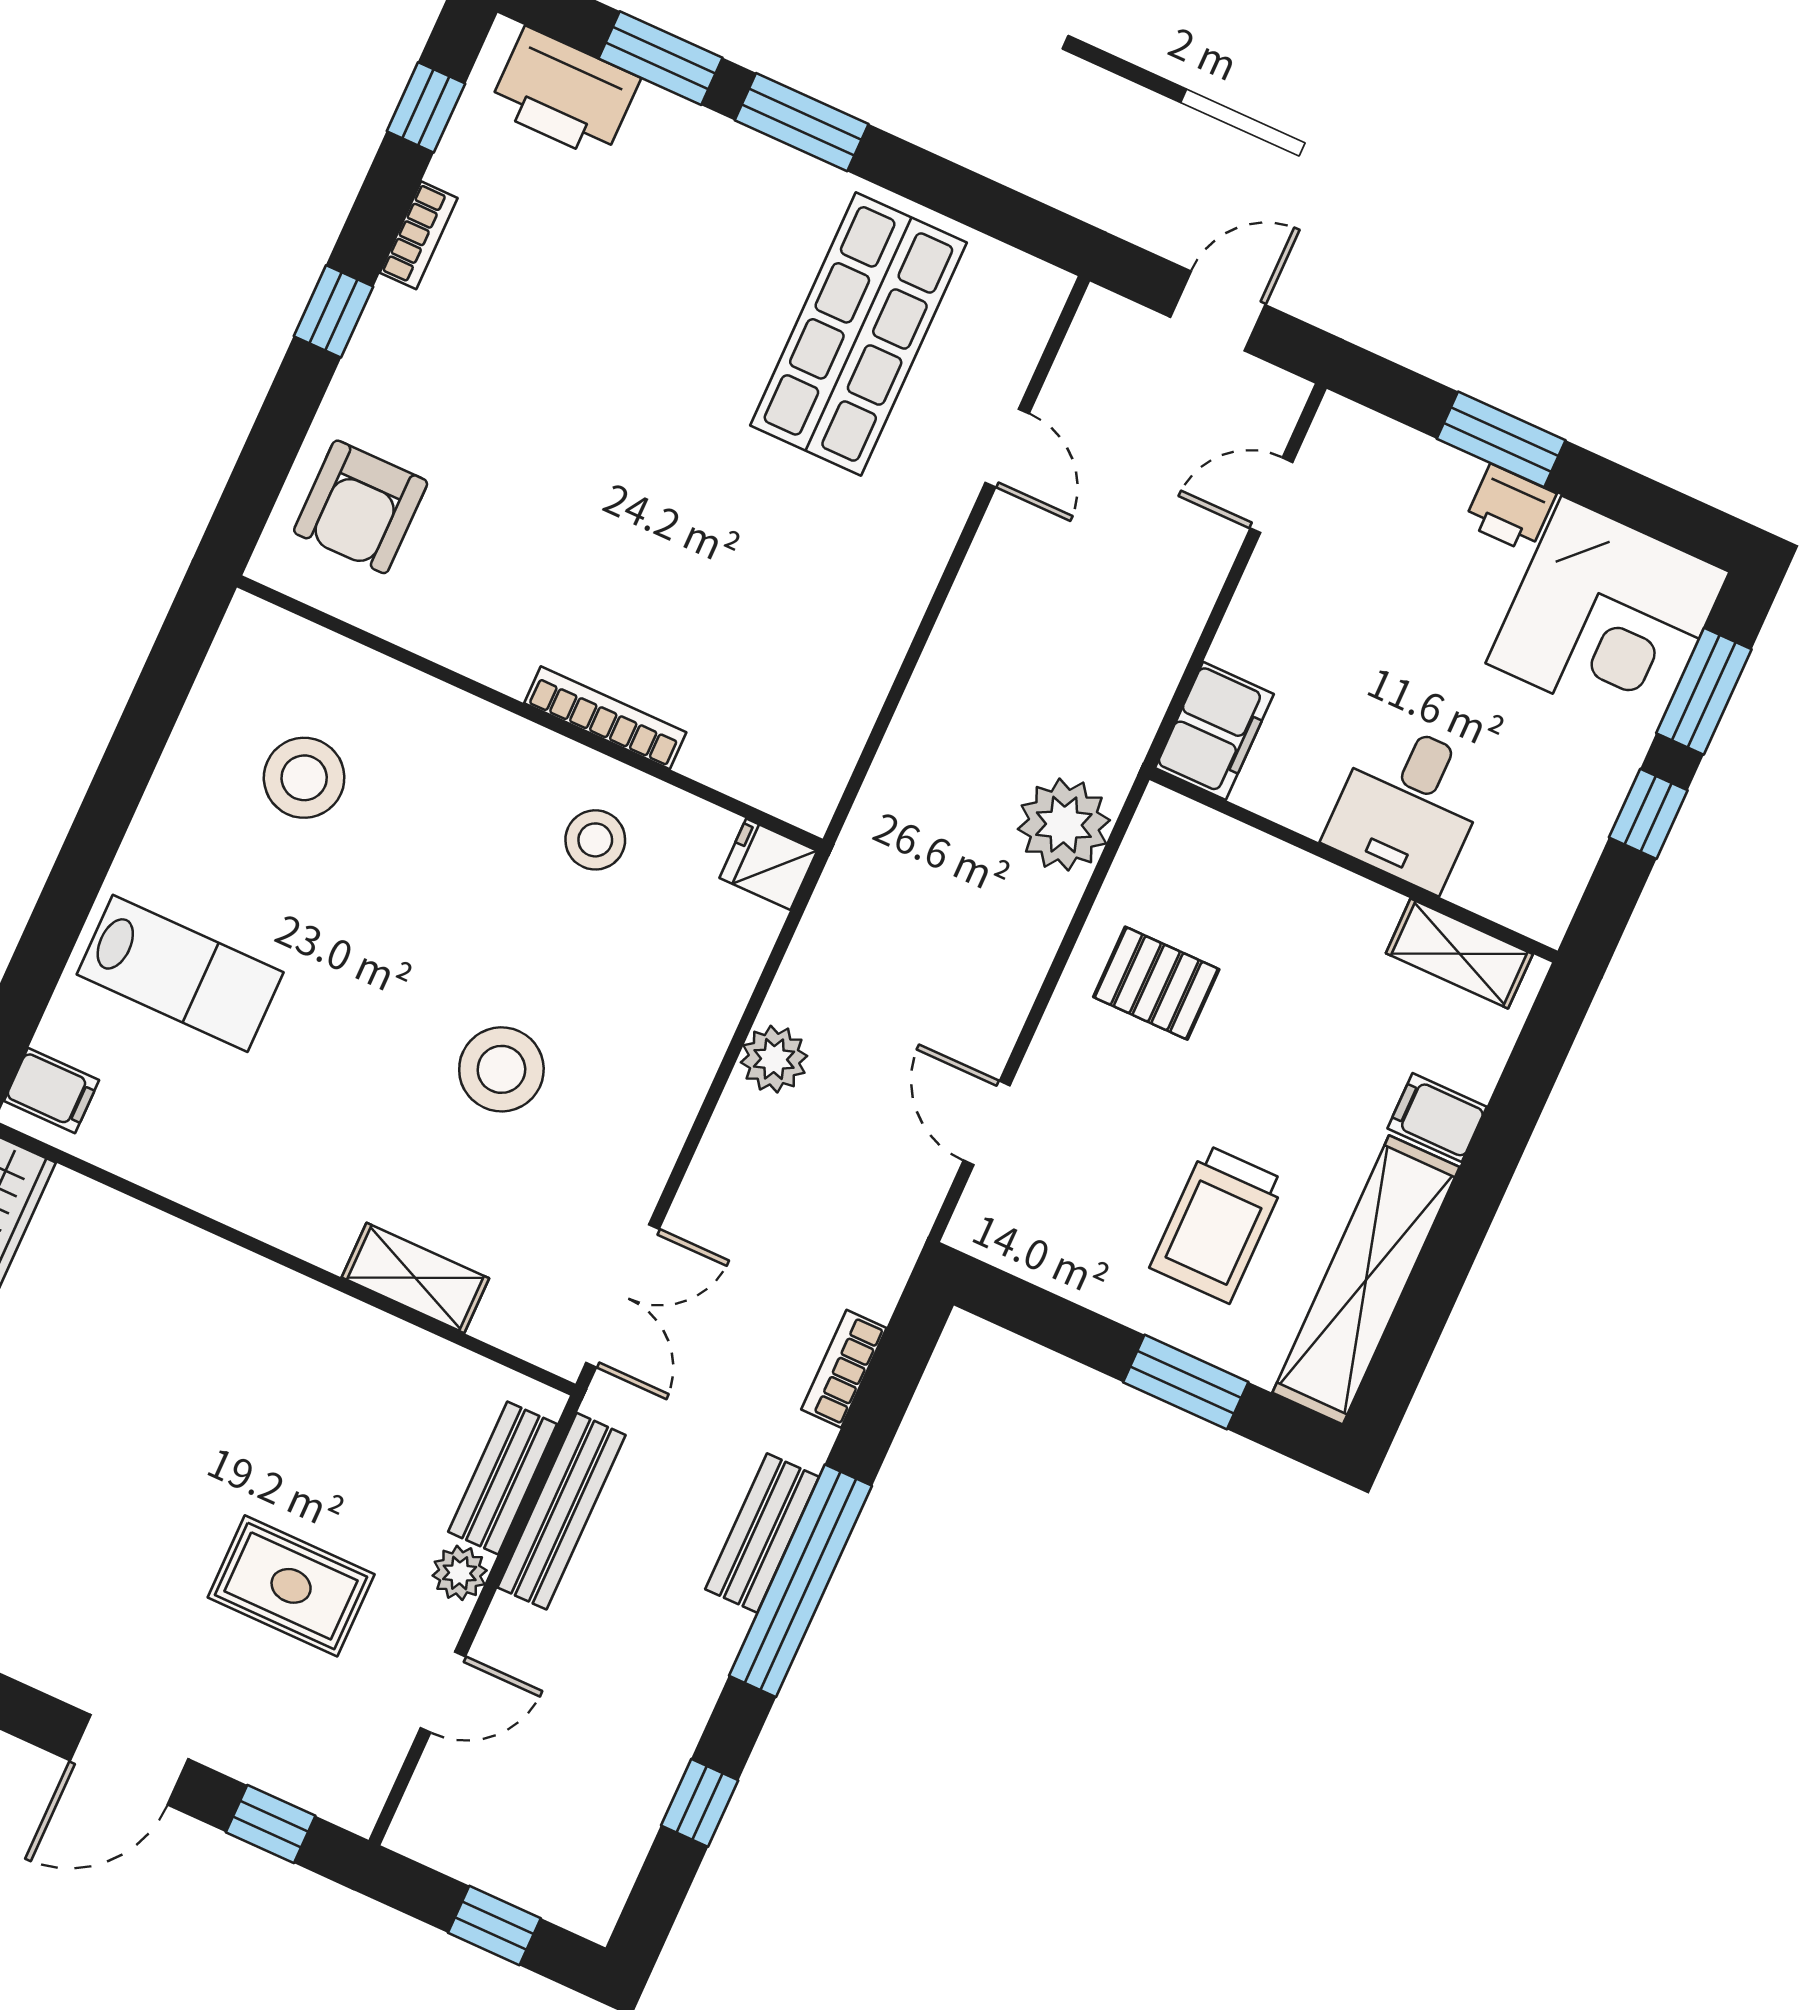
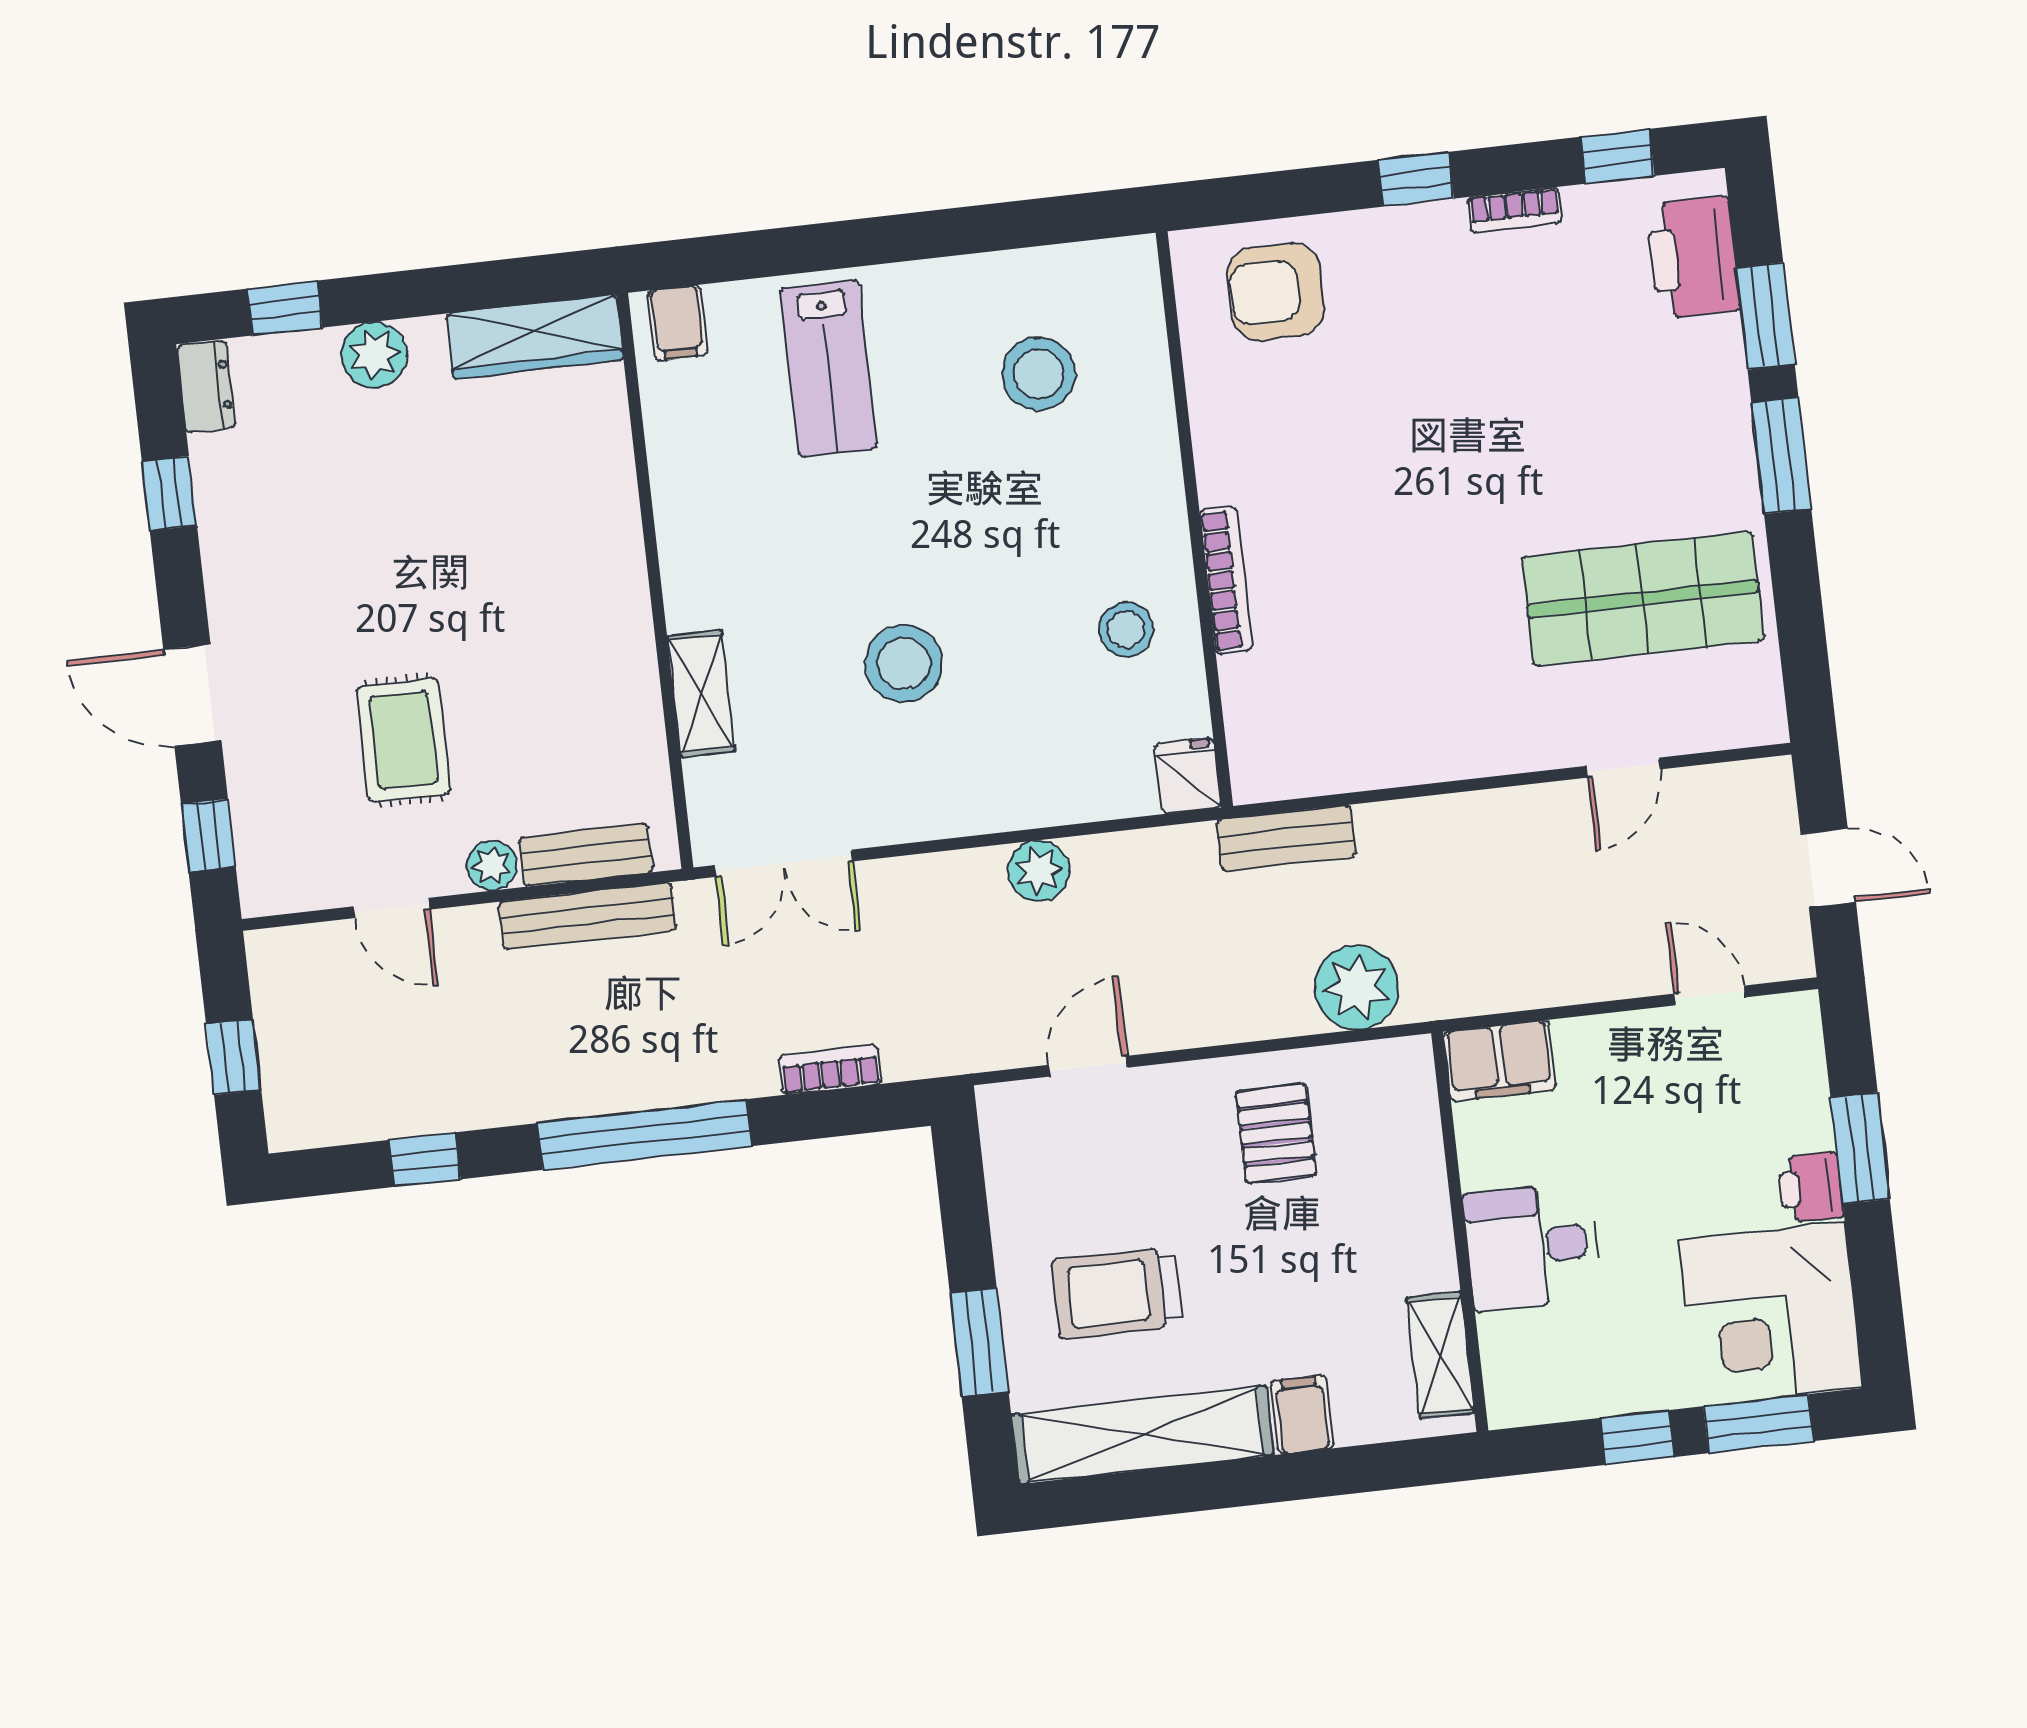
bench: (762, 1533) -> (1286, 838), moved

